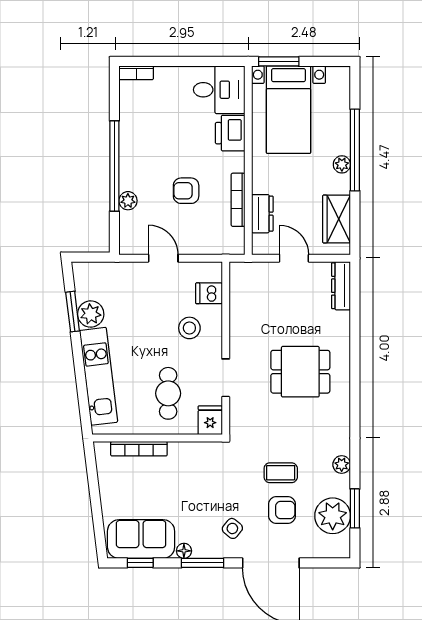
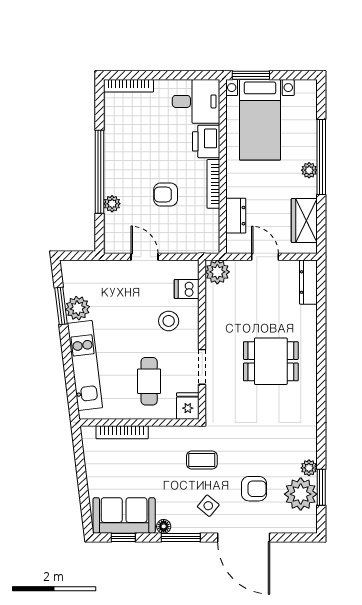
bookcase: (136, 73) -> (128, 86), width x1.56
bookcase: (238, 200) -> (213, 184), moved
plant: (242, 275) -> (217, 272), added
plant: (342, 465) -> (309, 468), moved
coffee table: (281, 473) -> (202, 460), moved

